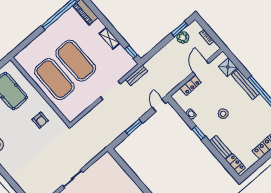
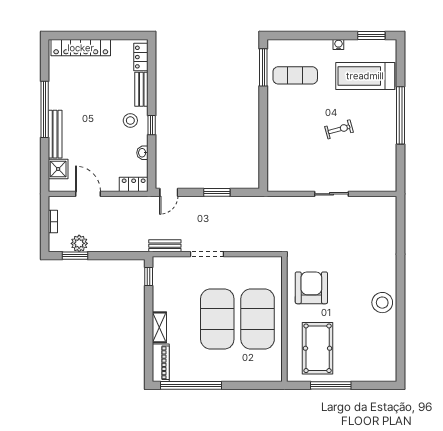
shelving: (110, 38) -> (159, 327), moved
door: (201, 68) -> (88, 194), swing flipped
locker: (191, 85) -> (134, 184), moved
stool: (223, 114) -> (130, 121), moved
armchair: (40, 120) -> (311, 288), width x1.88, depth x1.88

